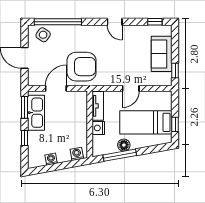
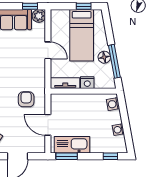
armchair: (82, 67) -> (26, 99), width x0.53, depth x0.53
plant: (165, 79) -> (39, 16), added
window: (24, 138) -> (110, 156), moved

